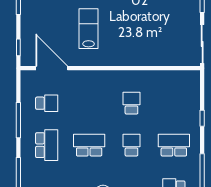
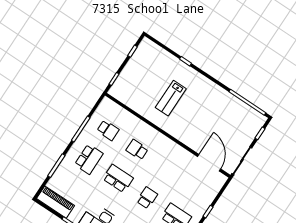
lab bench: (89, 29) -> (171, 98), turned 180
door: (52, 68) -> (209, 163), moved
school desk: (131, 103) -> (137, 150), moved, turned -90

